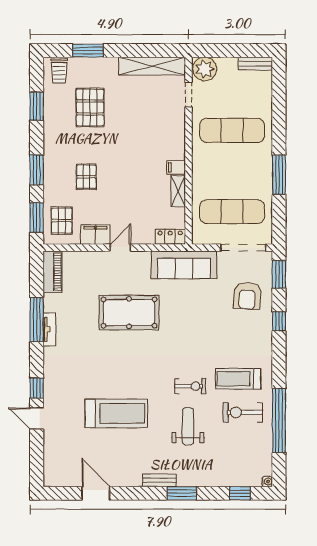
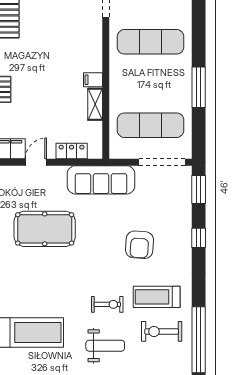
locker: (170, 237) -> (72, 151), moved
armchair: (247, 296) -> (139, 245), moved
weight bench: (188, 426) -> (105, 346), turned 90

